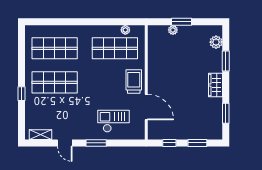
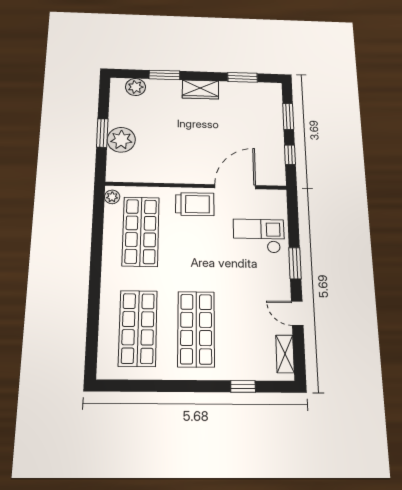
plant: (125, 30) -> (112, 197), moved
plant: (173, 30) -> (121, 140), width x1.88, depth x1.88
trolley: (134, 81) -> (195, 204), turned 180
window: (21, 94) -> (243, 386), moved
checkout: (113, 121) -> (259, 236), turned 90
door: (65, 143) -> (297, 313), swing flipped

